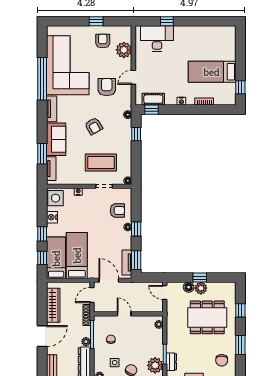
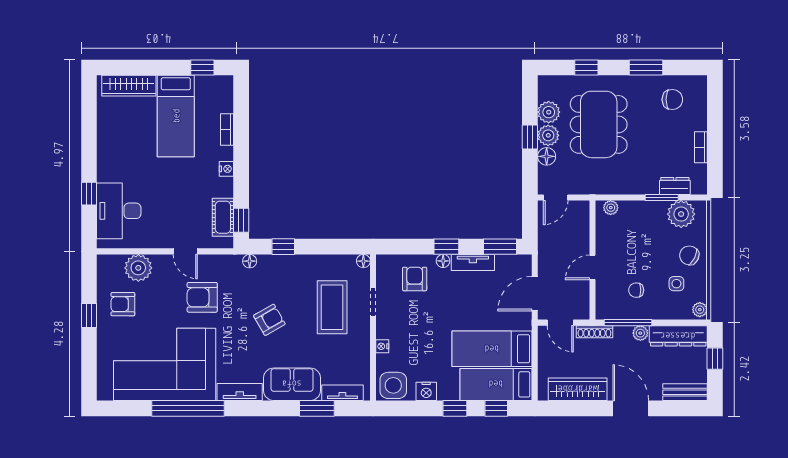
wardrobe: (230, 44) -> (129, 86), added
tv unit: (127, 262) -> (473, 262), moved
plant: (214, 288) -> (549, 112), added

